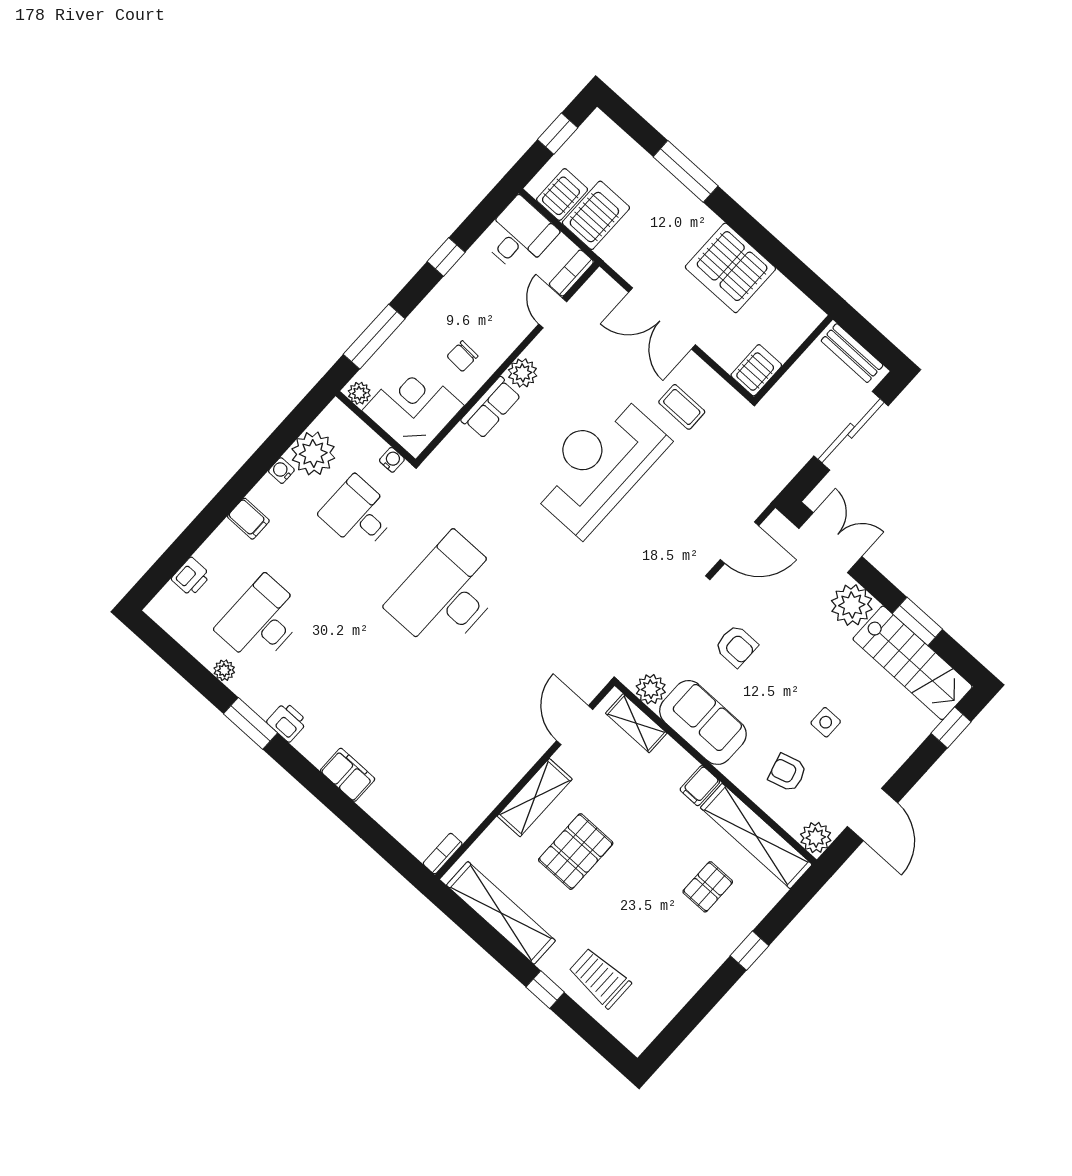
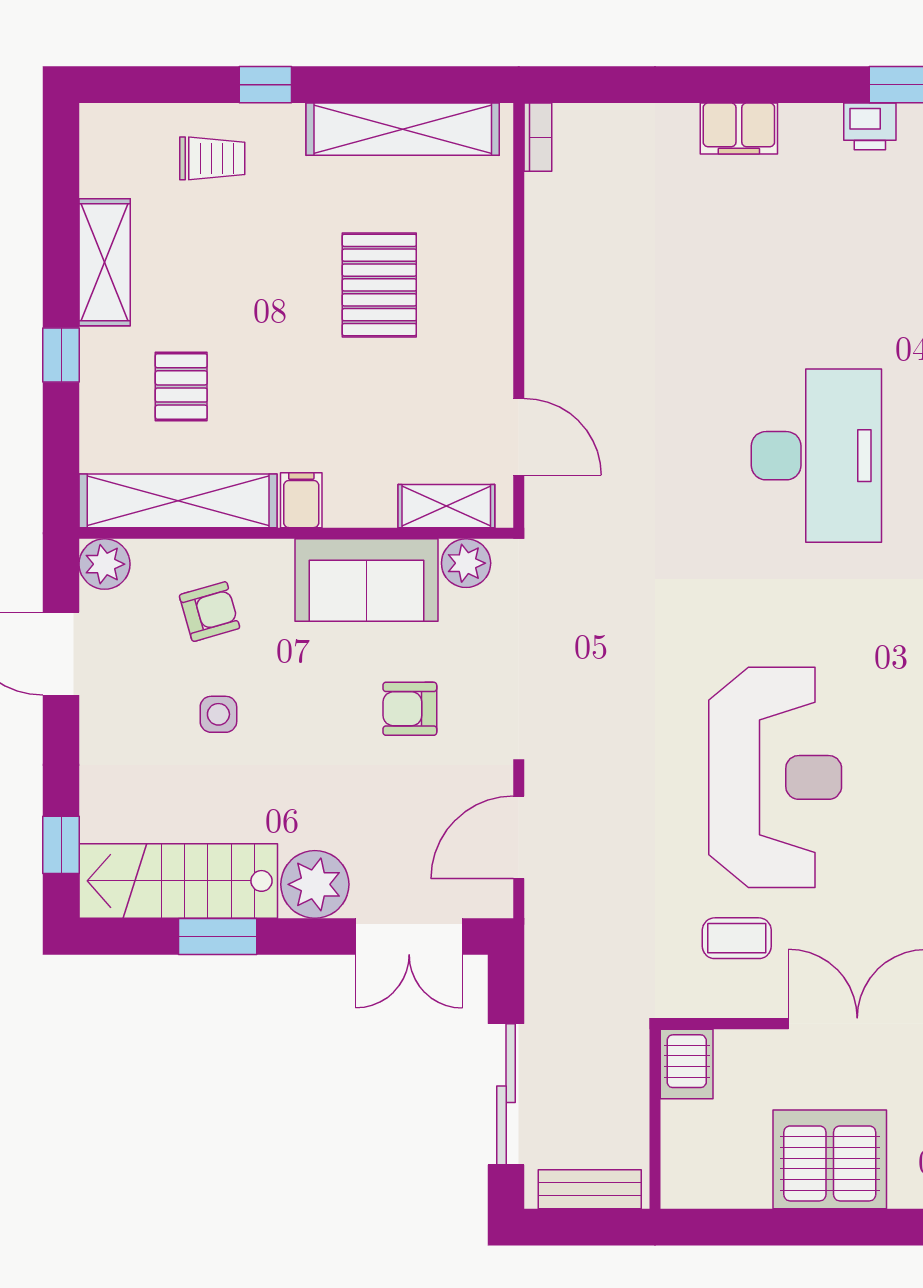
shelving: (535, 798) -> (105, 262), moved
trolley: (600, 978) -> (212, 158), width x0.73, depth x0.72

